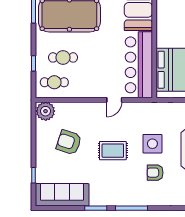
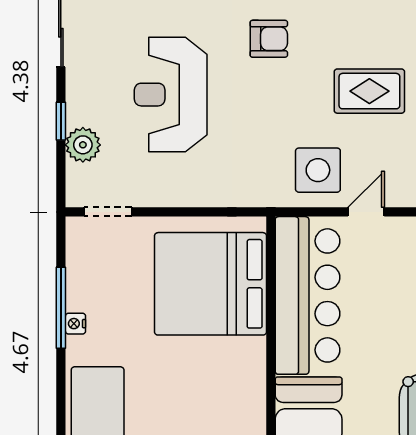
side table: (152, 144) -> (318, 170), moved

